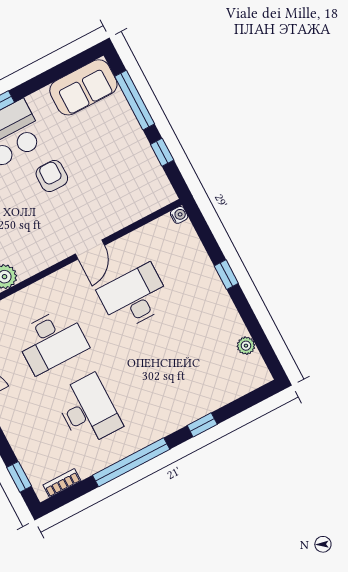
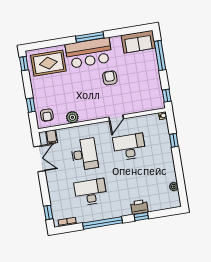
window: (162, 152) -> (167, 96), moved
window: (226, 275) -> (174, 140), moved
desk: (51, 341) -> (84, 154), turned -90
printer: (192, 407) -> (139, 207), added
desk: (88, 410) -> (90, 192), turned -90

